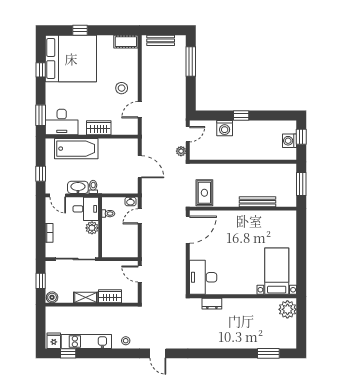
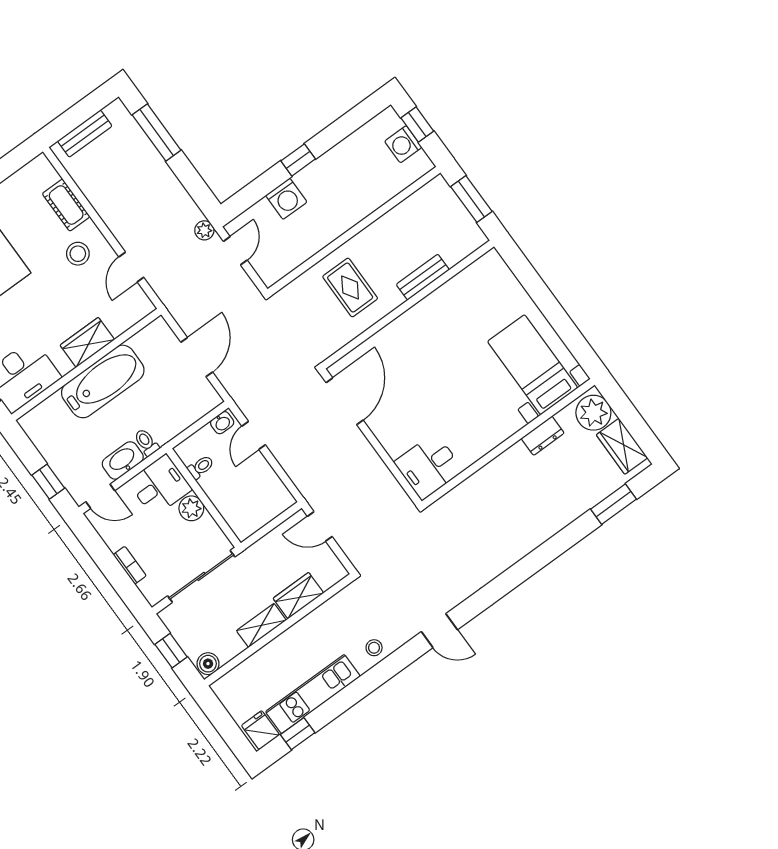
cot: (126, 42) -> (66, 205), moved, turned 90
bathtub: (76, 149) -> (103, 381), moved
plant: (181, 151) -> (204, 230), moved
door: (140, 167) -> (197, 357), hinge flipped
rug: (204, 193) -> (350, 287), moved
bench: (258, 202) -> (423, 277), width x0.73
desk: (203, 277) -> (429, 466), width x0.73
dresser: (212, 304) -> (543, 436), moved
wardrobe: (289, 332) -> (622, 446), added

